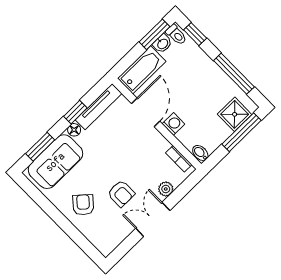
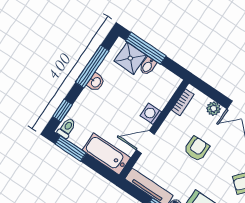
washbasin: (162, 44) -> (96, 82), moved, turned 90
door: (146, 112) -> (145, 142), width x0.73
bidet: (200, 153) -> (148, 66), moved
armchair: (121, 194) -> (197, 149), moved

